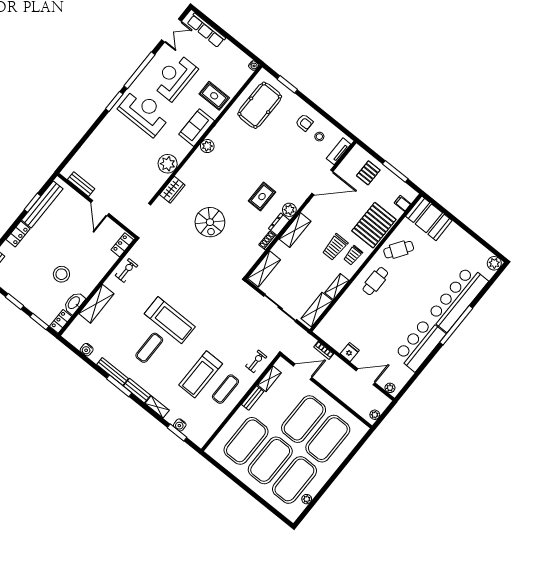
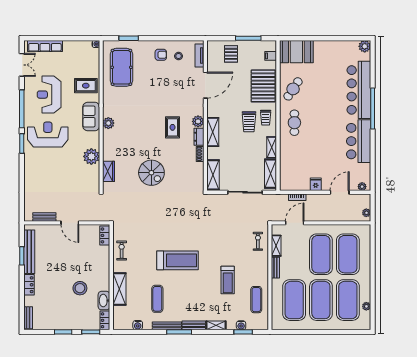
exercise mat: (149, 348) -> (157, 299), moved
treadmill: (201, 374) -> (228, 280), width x0.73, depth x0.73
exercise mat: (225, 389) -> (256, 300), moved

